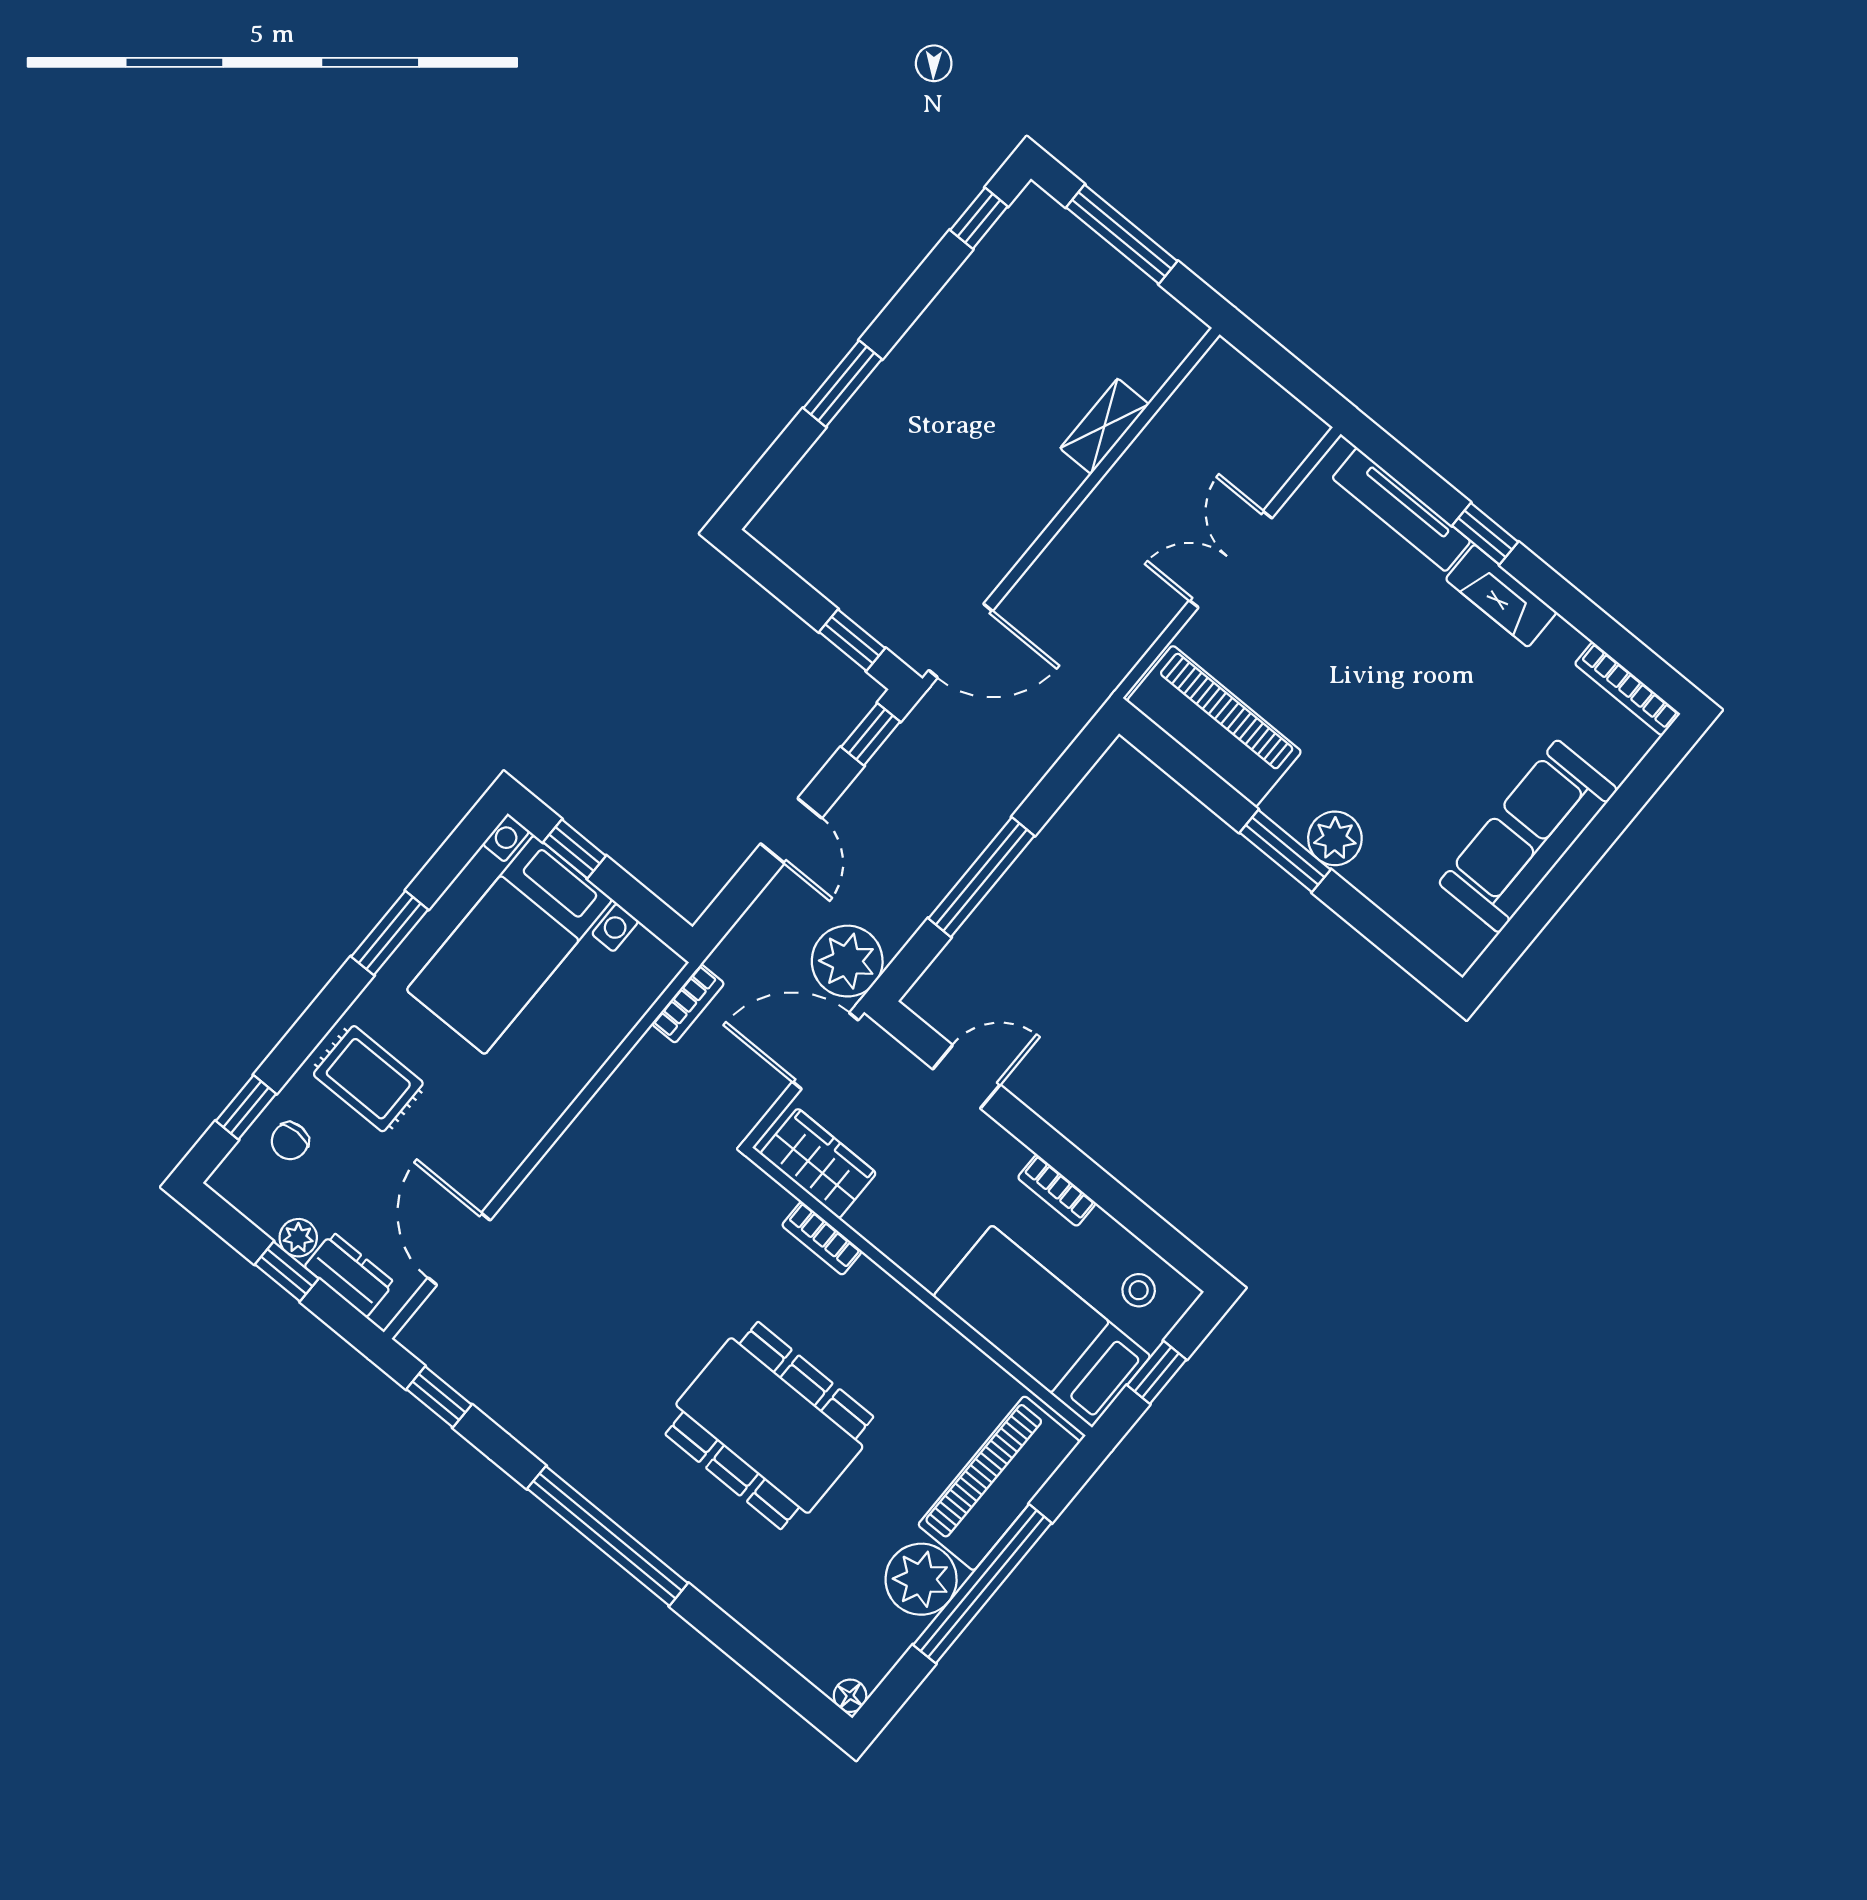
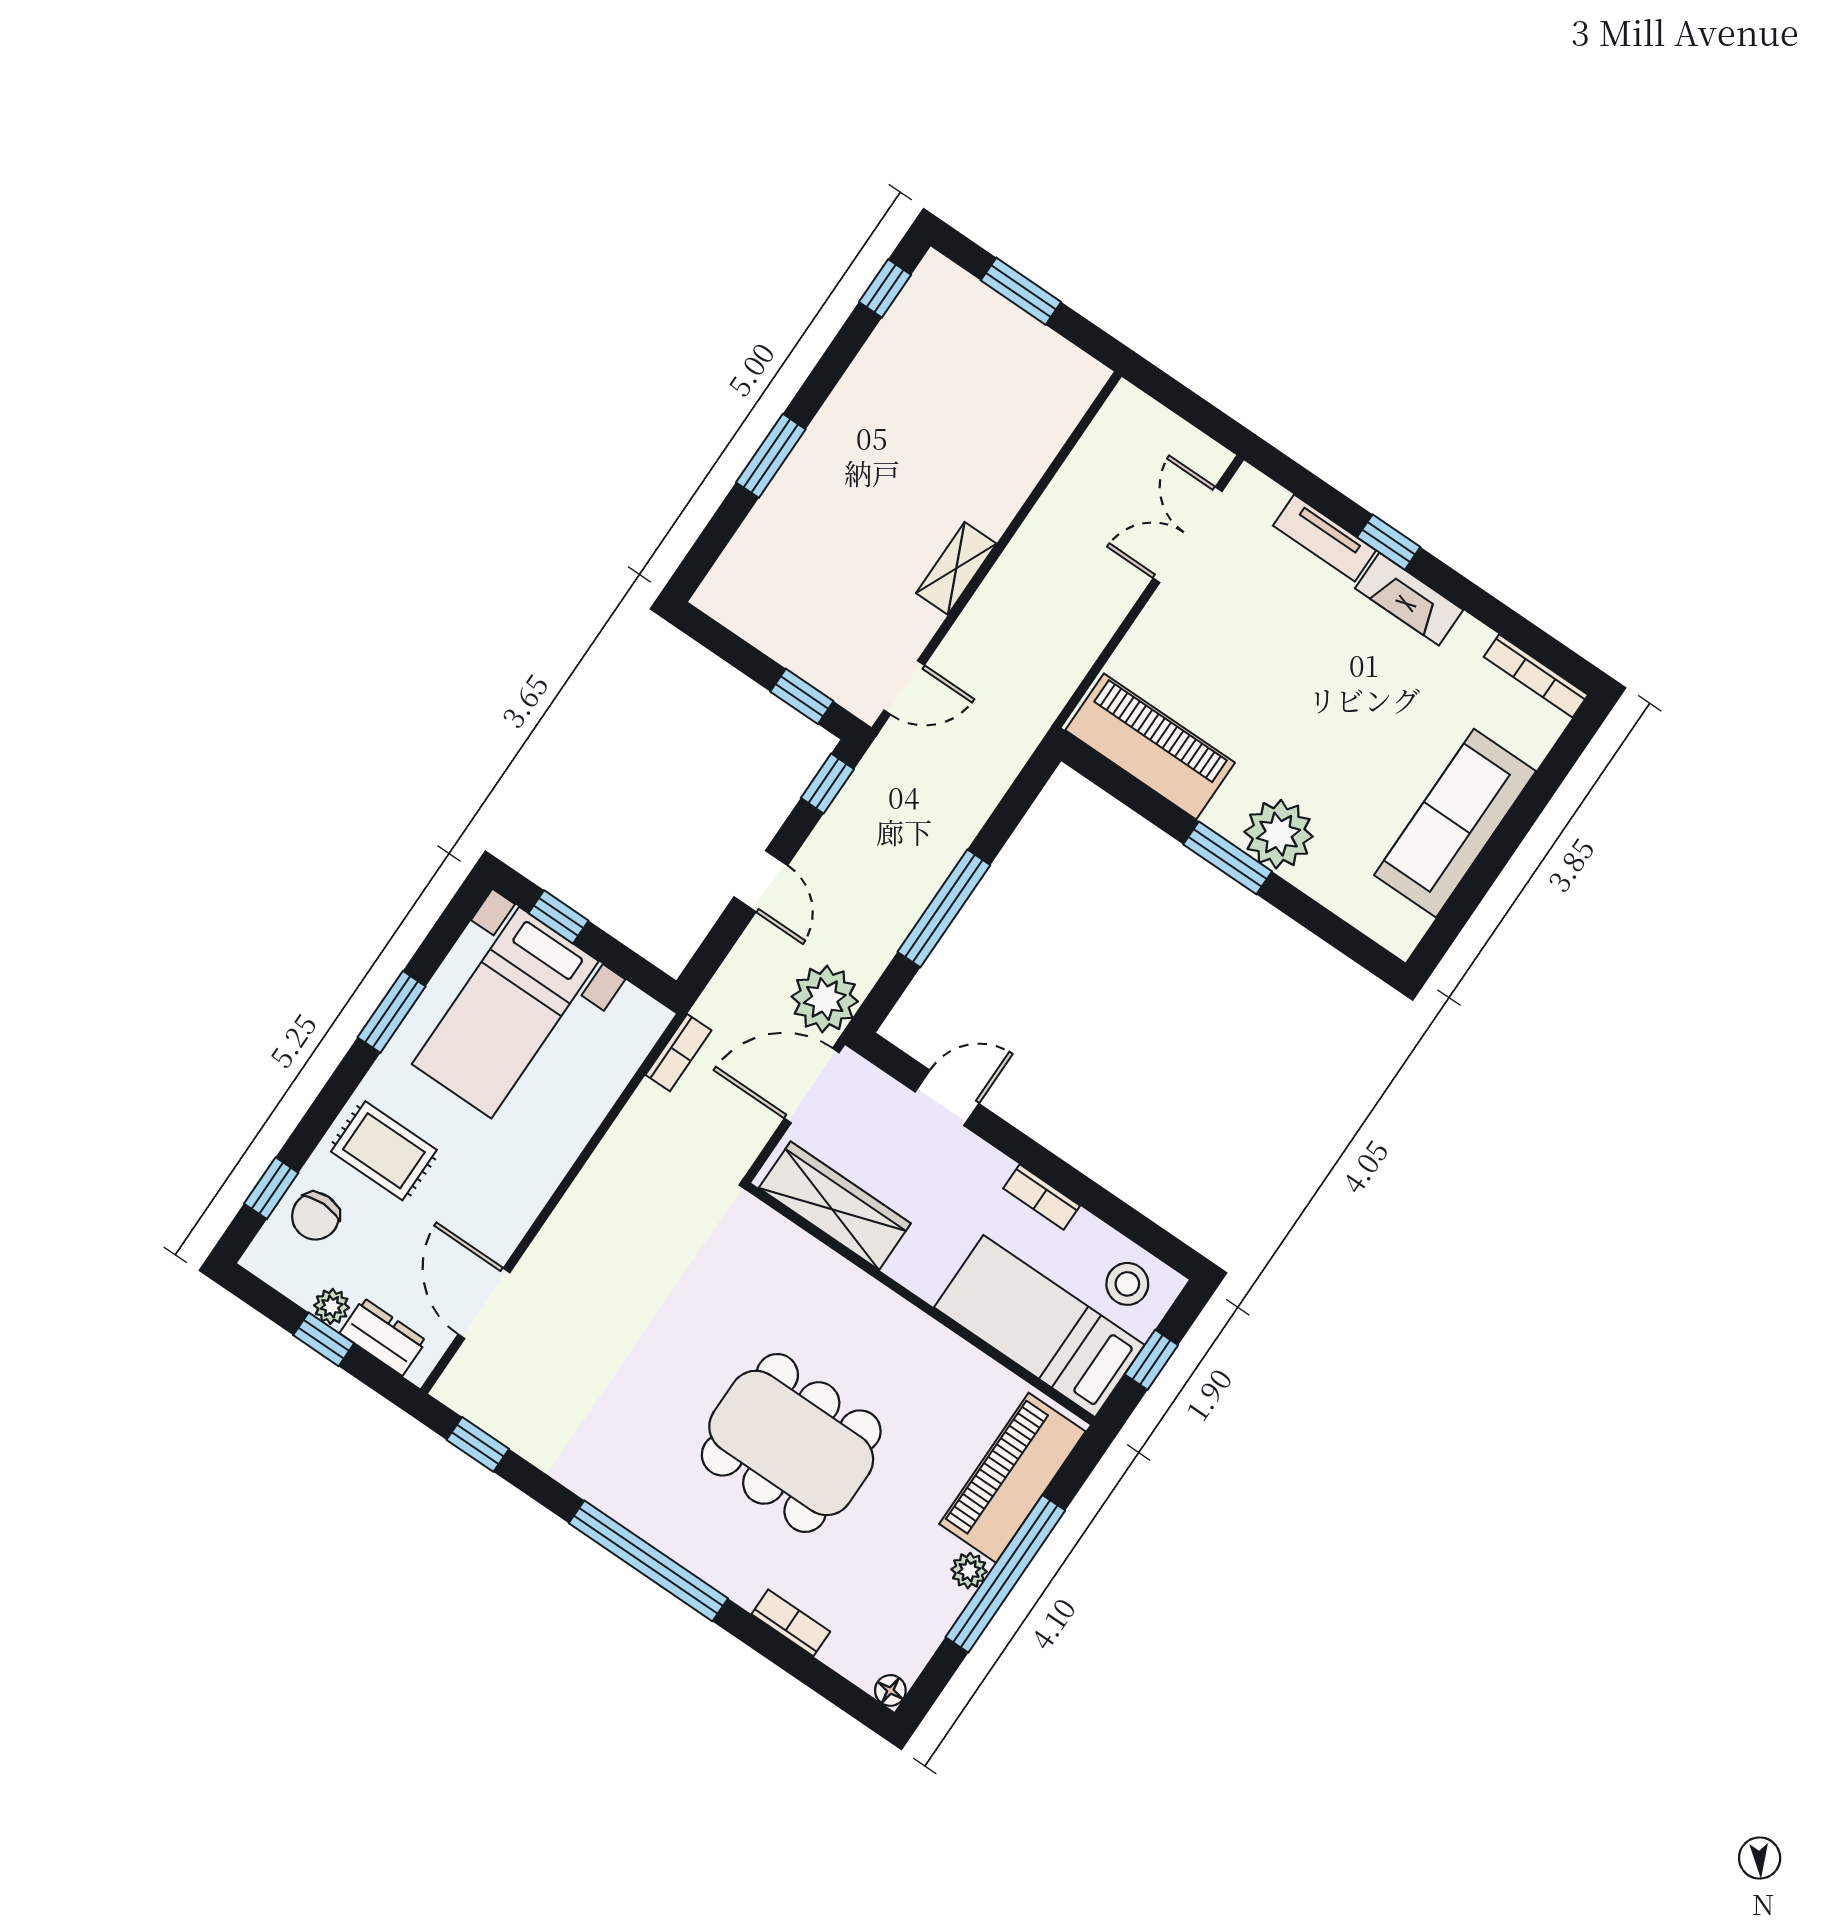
window: (1122, 234) -> (1021, 291), width x0.69
shelving: (1104, 426) -> (956, 568), moved
tv unit: (1401, 510) -> (1325, 538), width x0.71
double door: (1231, 559) -> (1188, 535), moved
door: (961, 641) -> (904, 688), width x0.73
plant: (1335, 838) -> (1279, 834), width x1.36, depth x1.36
chair: (290, 1141) -> (316, 1216), width x1.37, depth x1.37
wardrobe: (818, 1163) -> (835, 1206), width x1.50
bookcase: (822, 1238) -> (791, 1623), moved, turned 180
stool: (1139, 1290) -> (1127, 1284), width x1.37, depth x1.37
plant: (921, 1579) -> (969, 1571), width x0.53, depth x0.53

